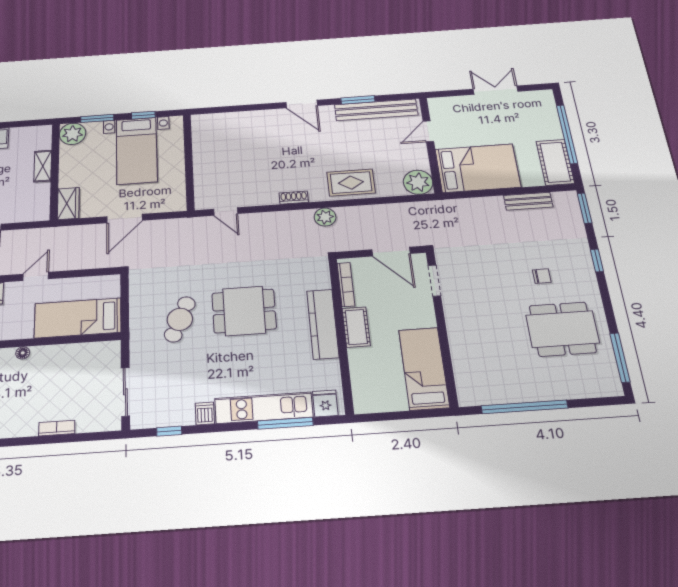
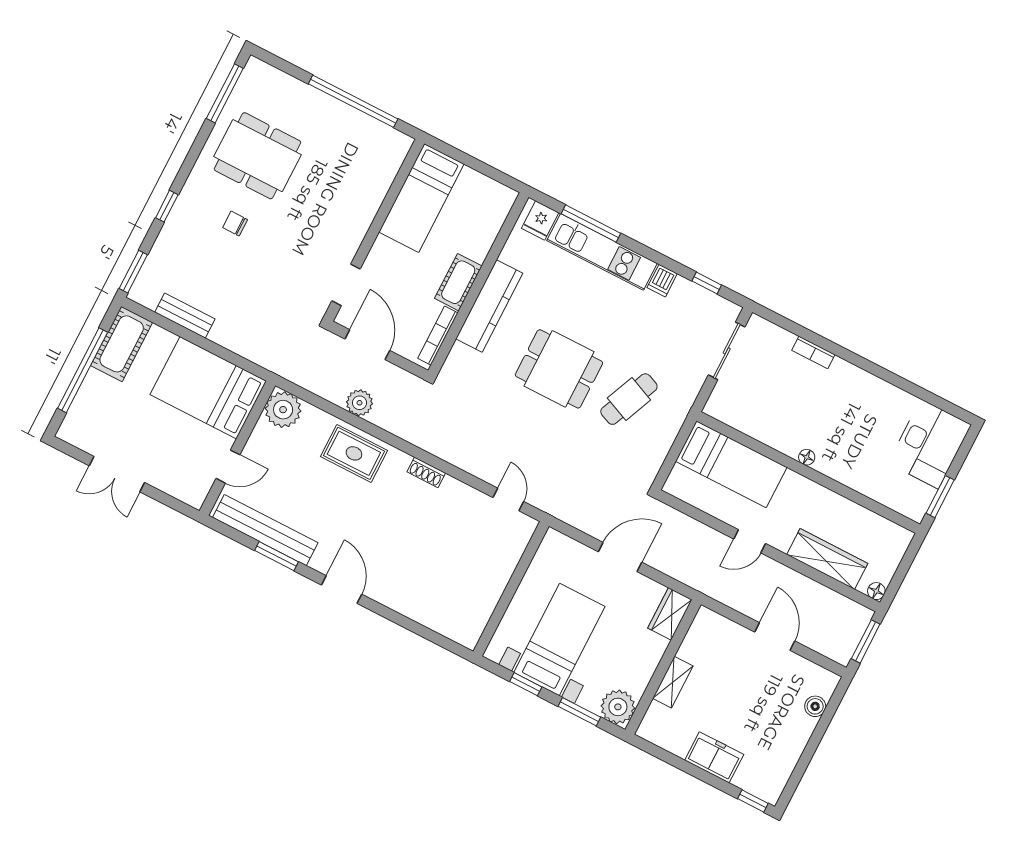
plant: (325, 217) -> (360, 403), moved

